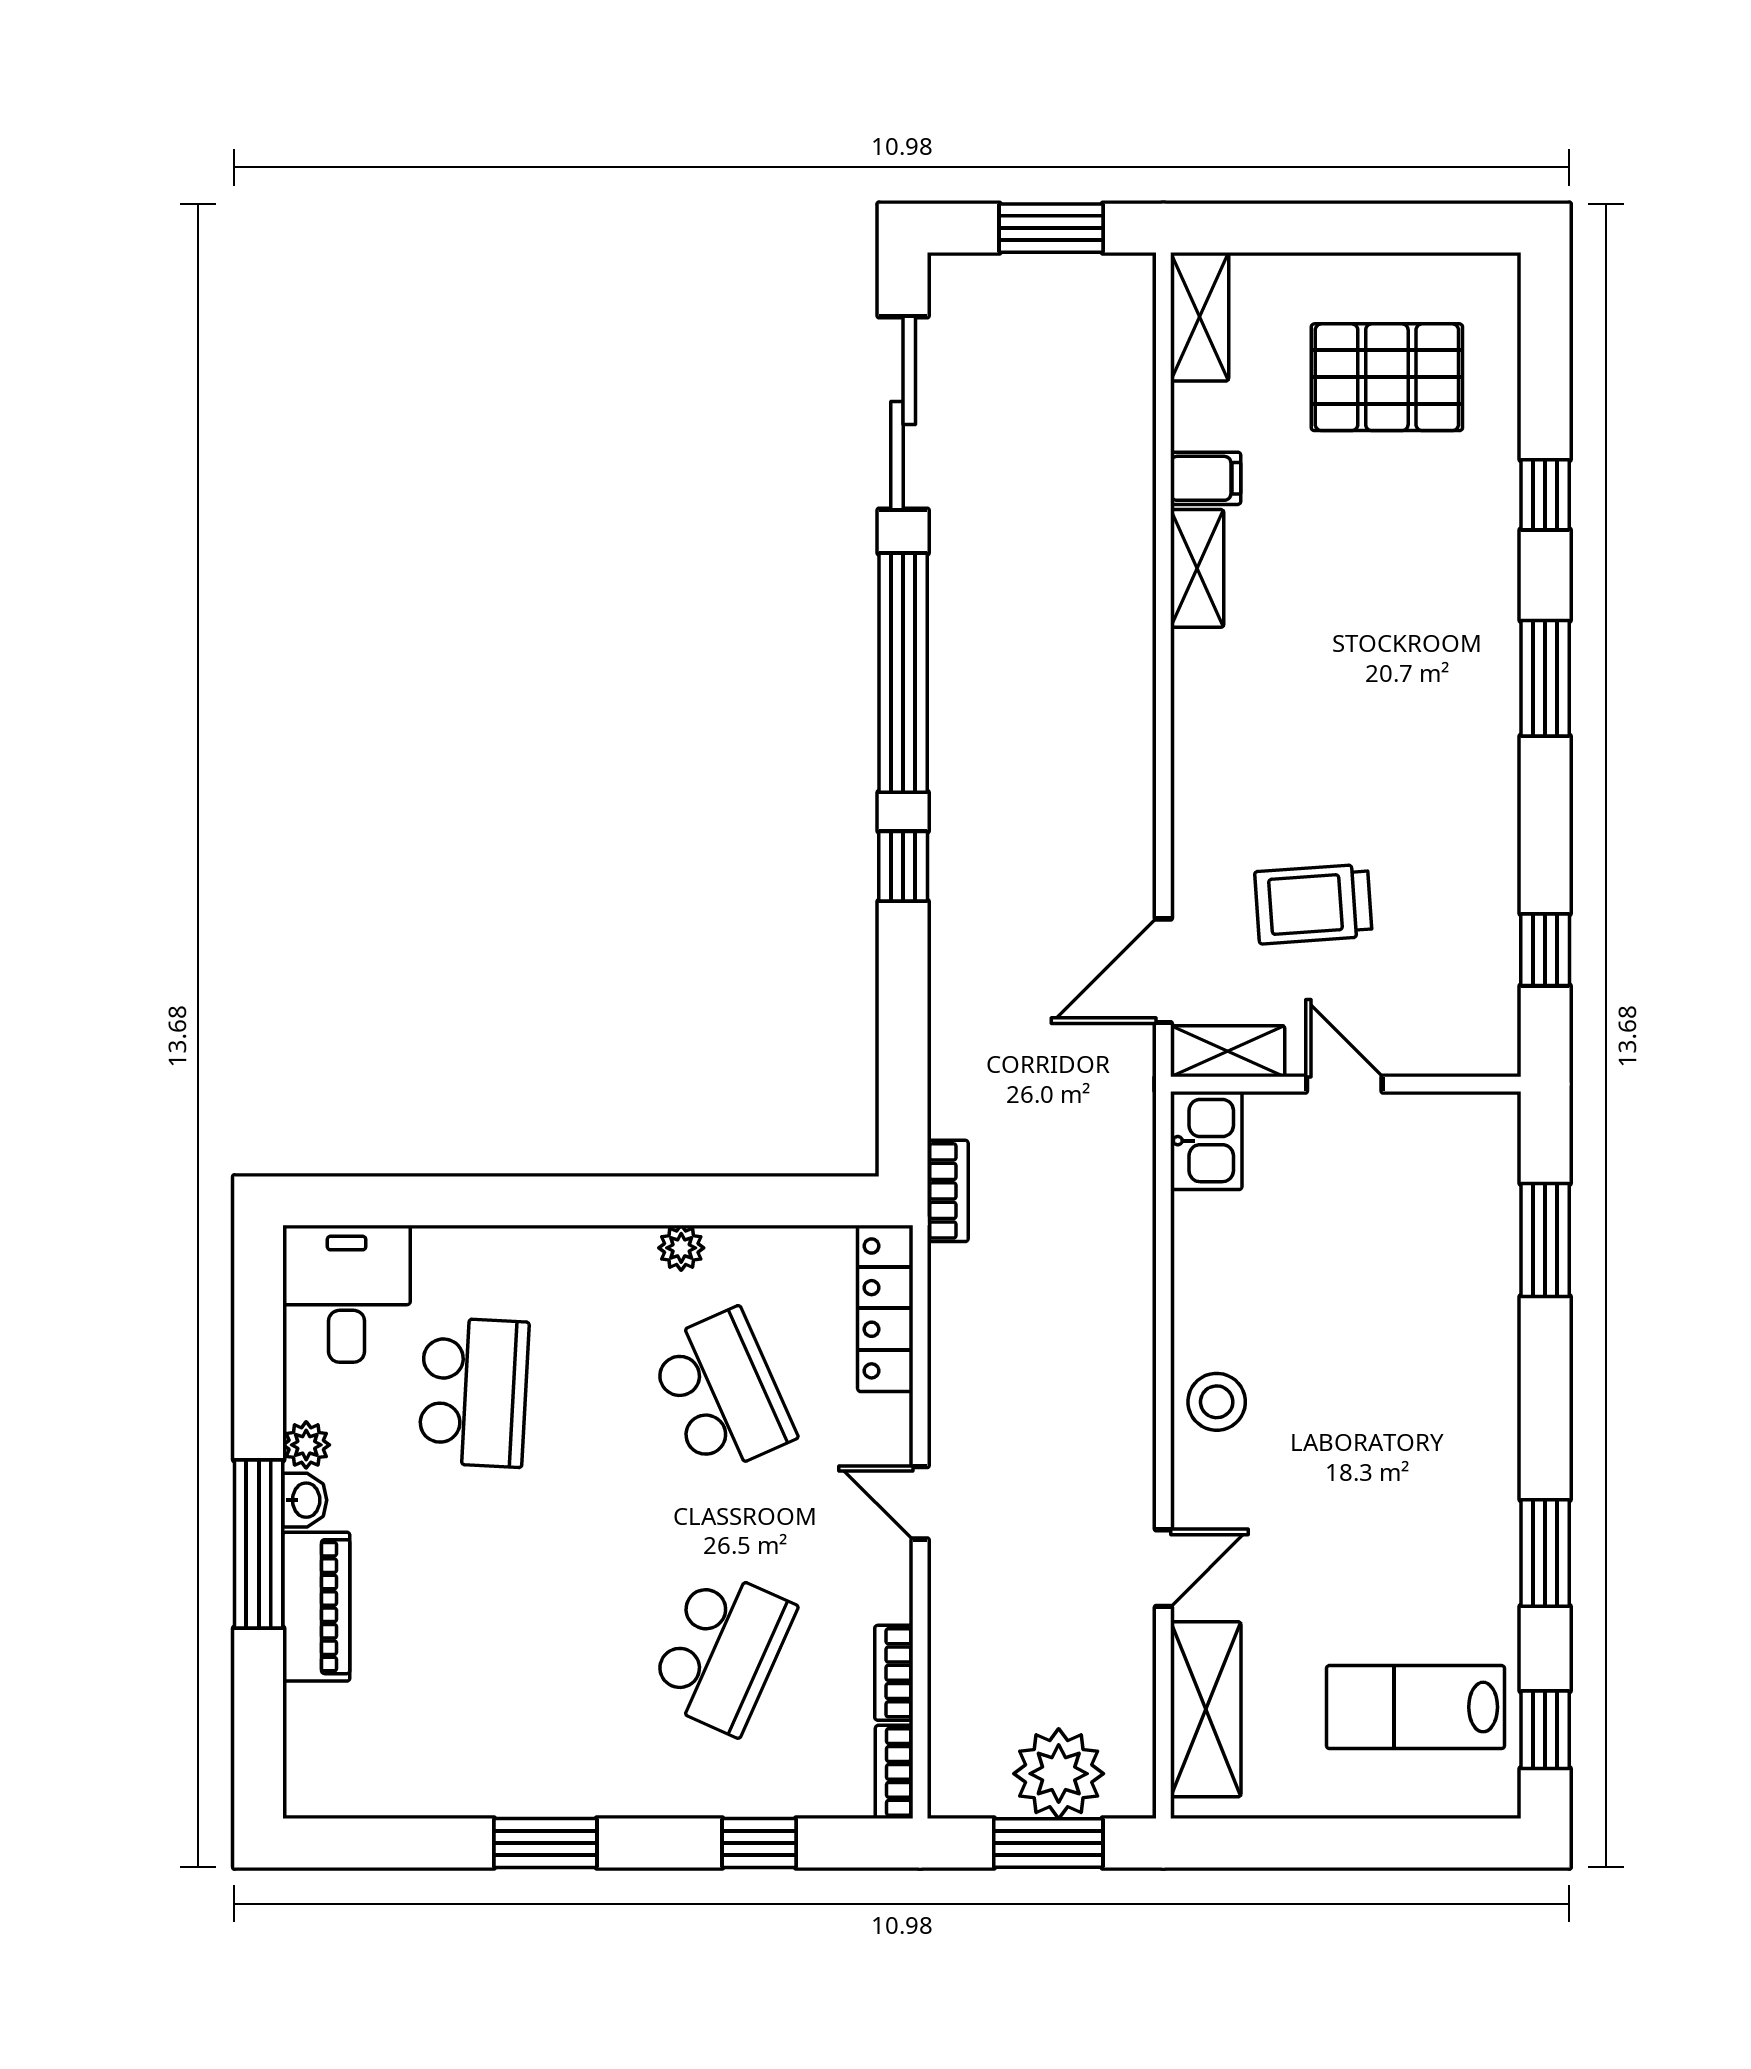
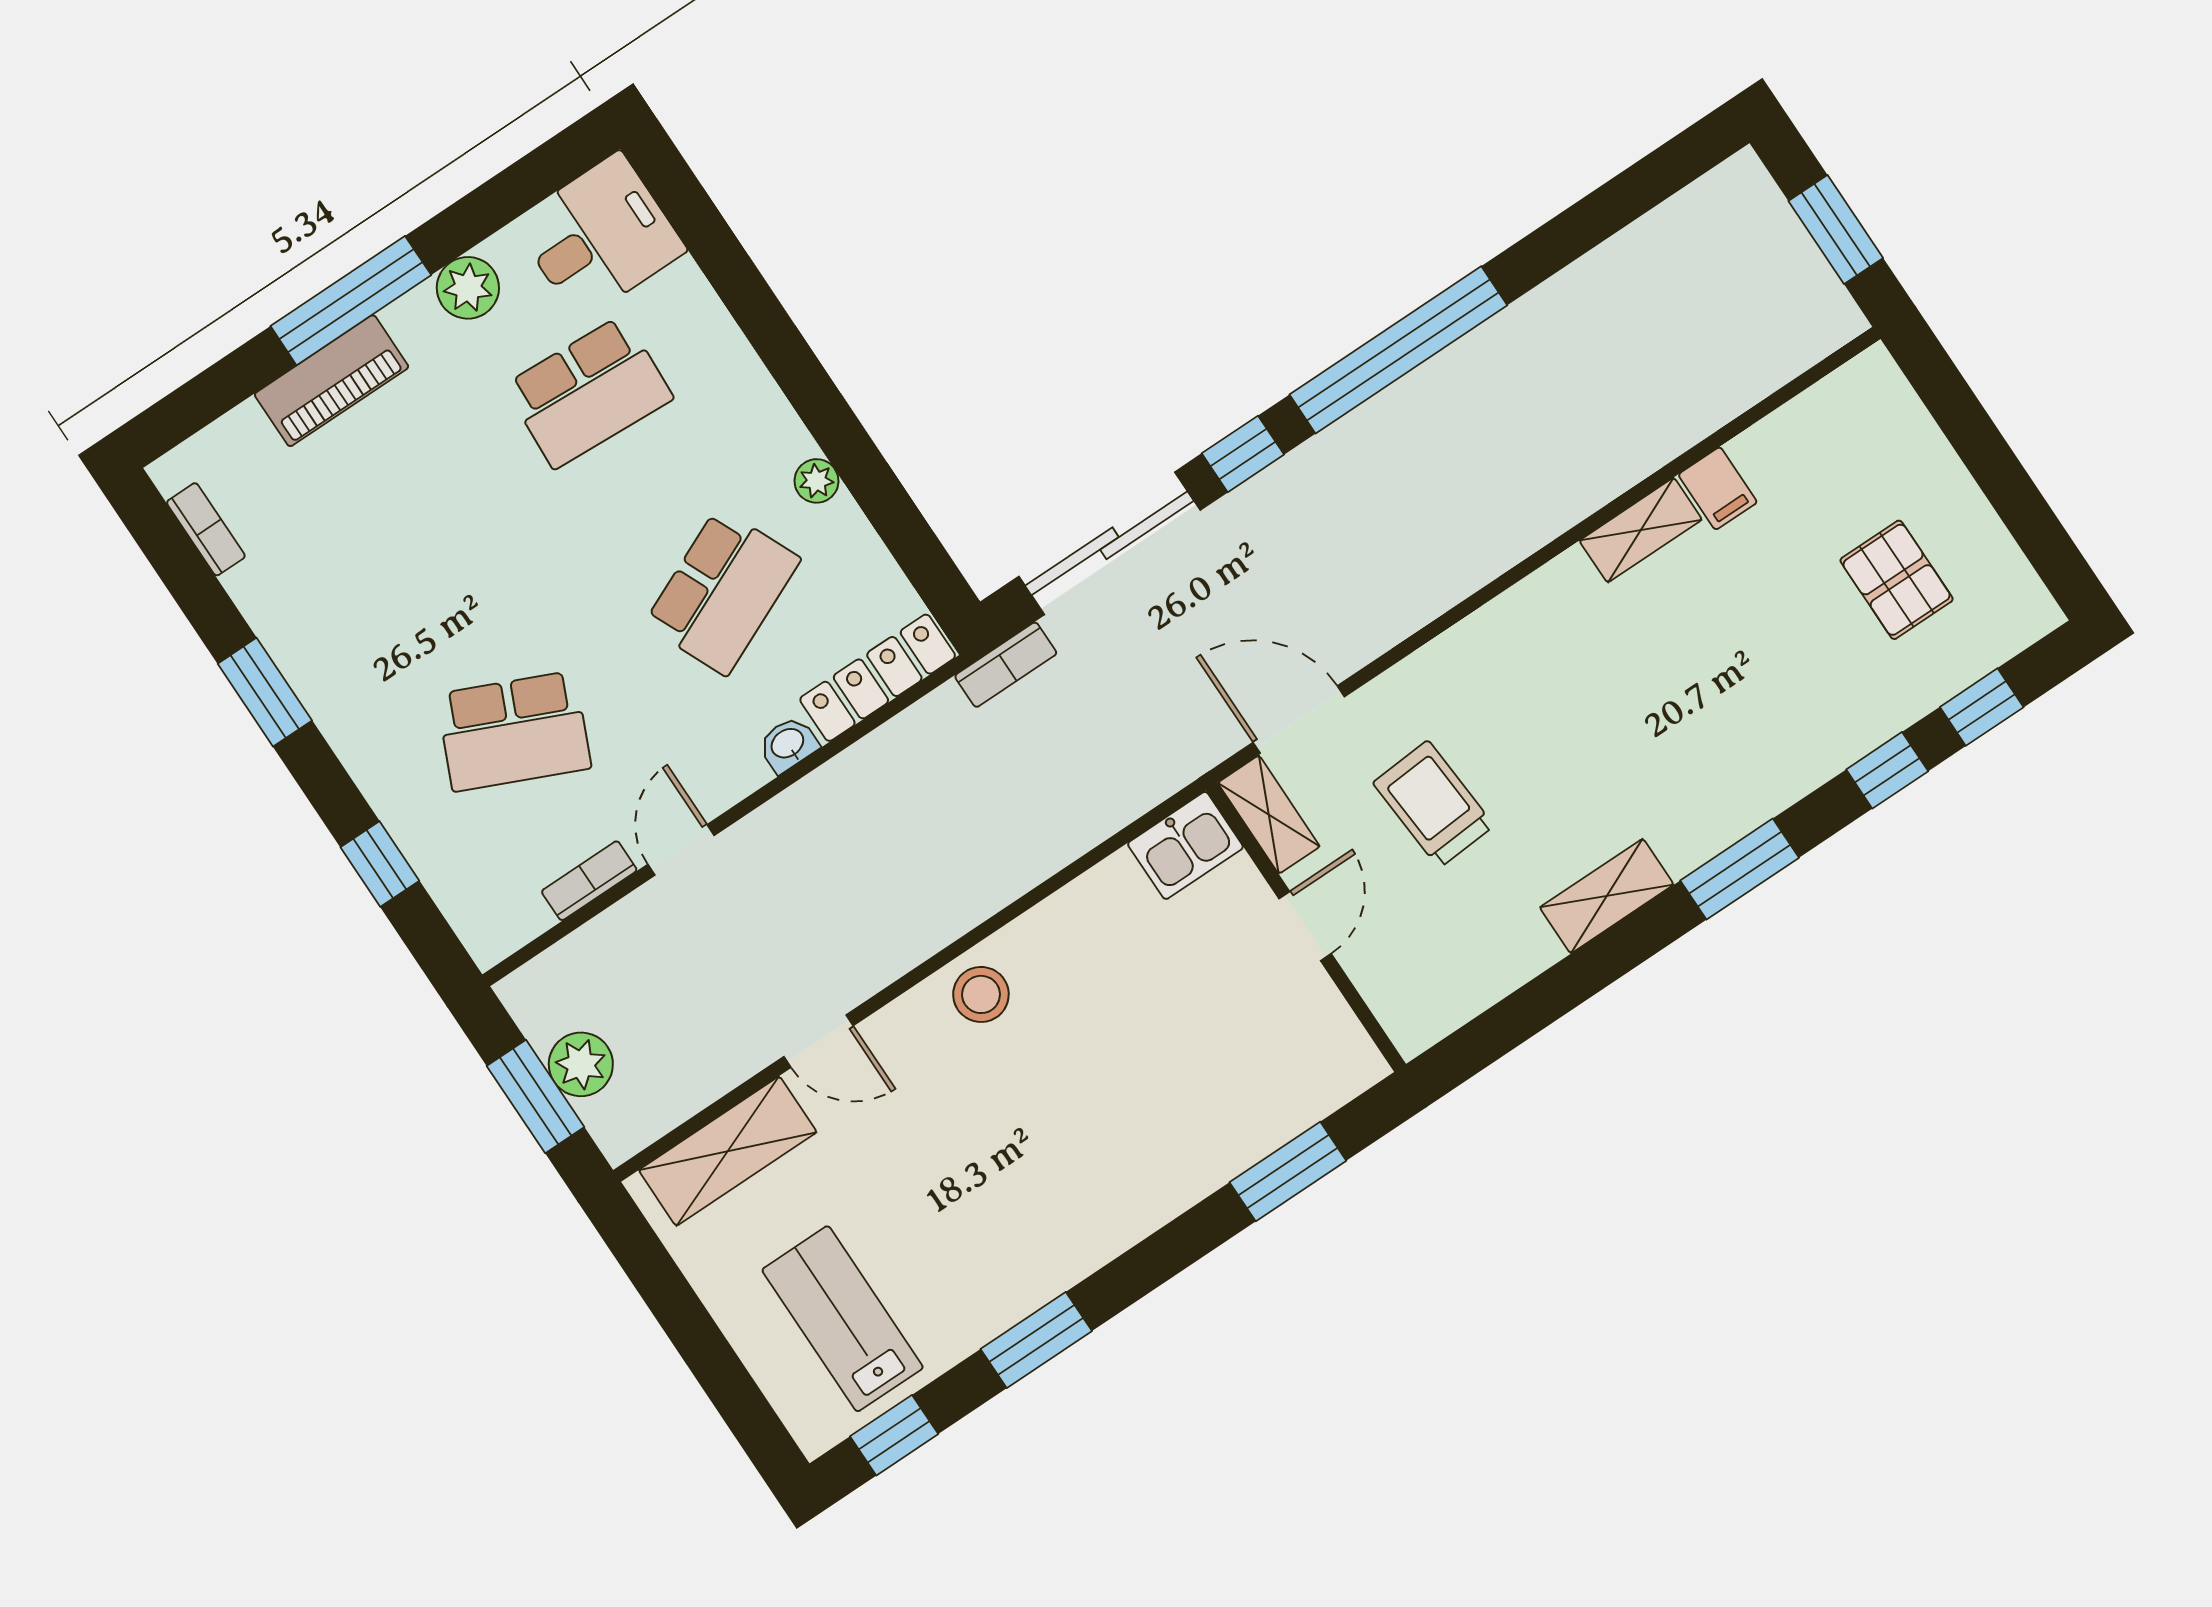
shelving: (1200, 317) -> (1607, 896), moved
pallet: (1387, 377) -> (1897, 580), width x0.67, depth x0.71
sliding door: (903, 413) -> (1109, 543), moved
window: (1545, 950) -> (1982, 707), moved
plant: (306, 1445) -> (468, 288), width x1.38, depth x1.38
washbasin: (305, 1500) -> (788, 744), moved, turned 180
door: (920, 1503) -> (681, 850), moved
bookcase: (894, 1772) -> (206, 529), moved, turned 90
plant: (1059, 1774) -> (581, 1064), width x0.73, depth x0.73

